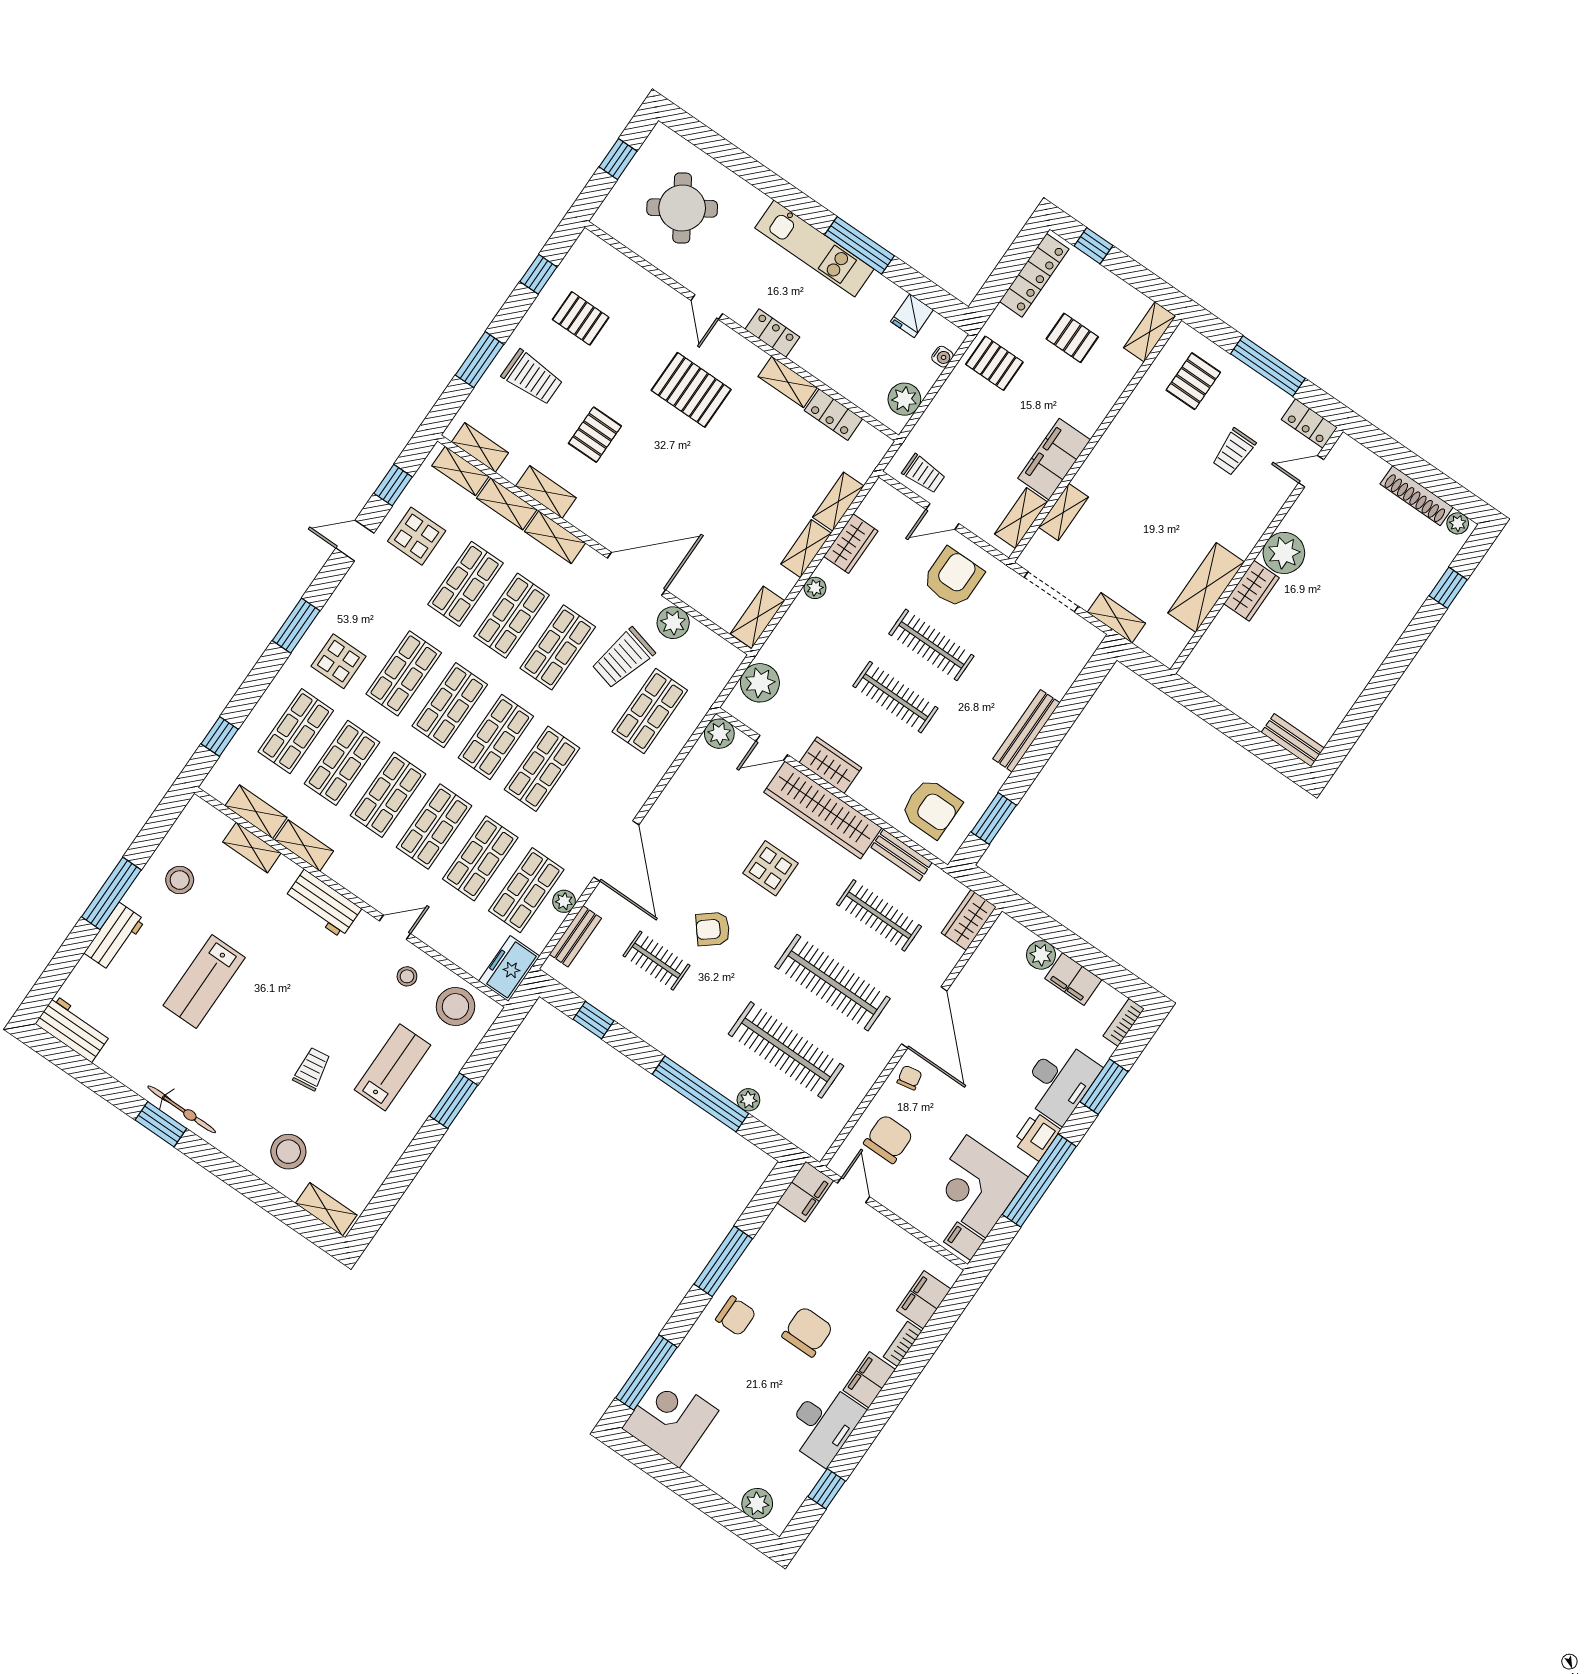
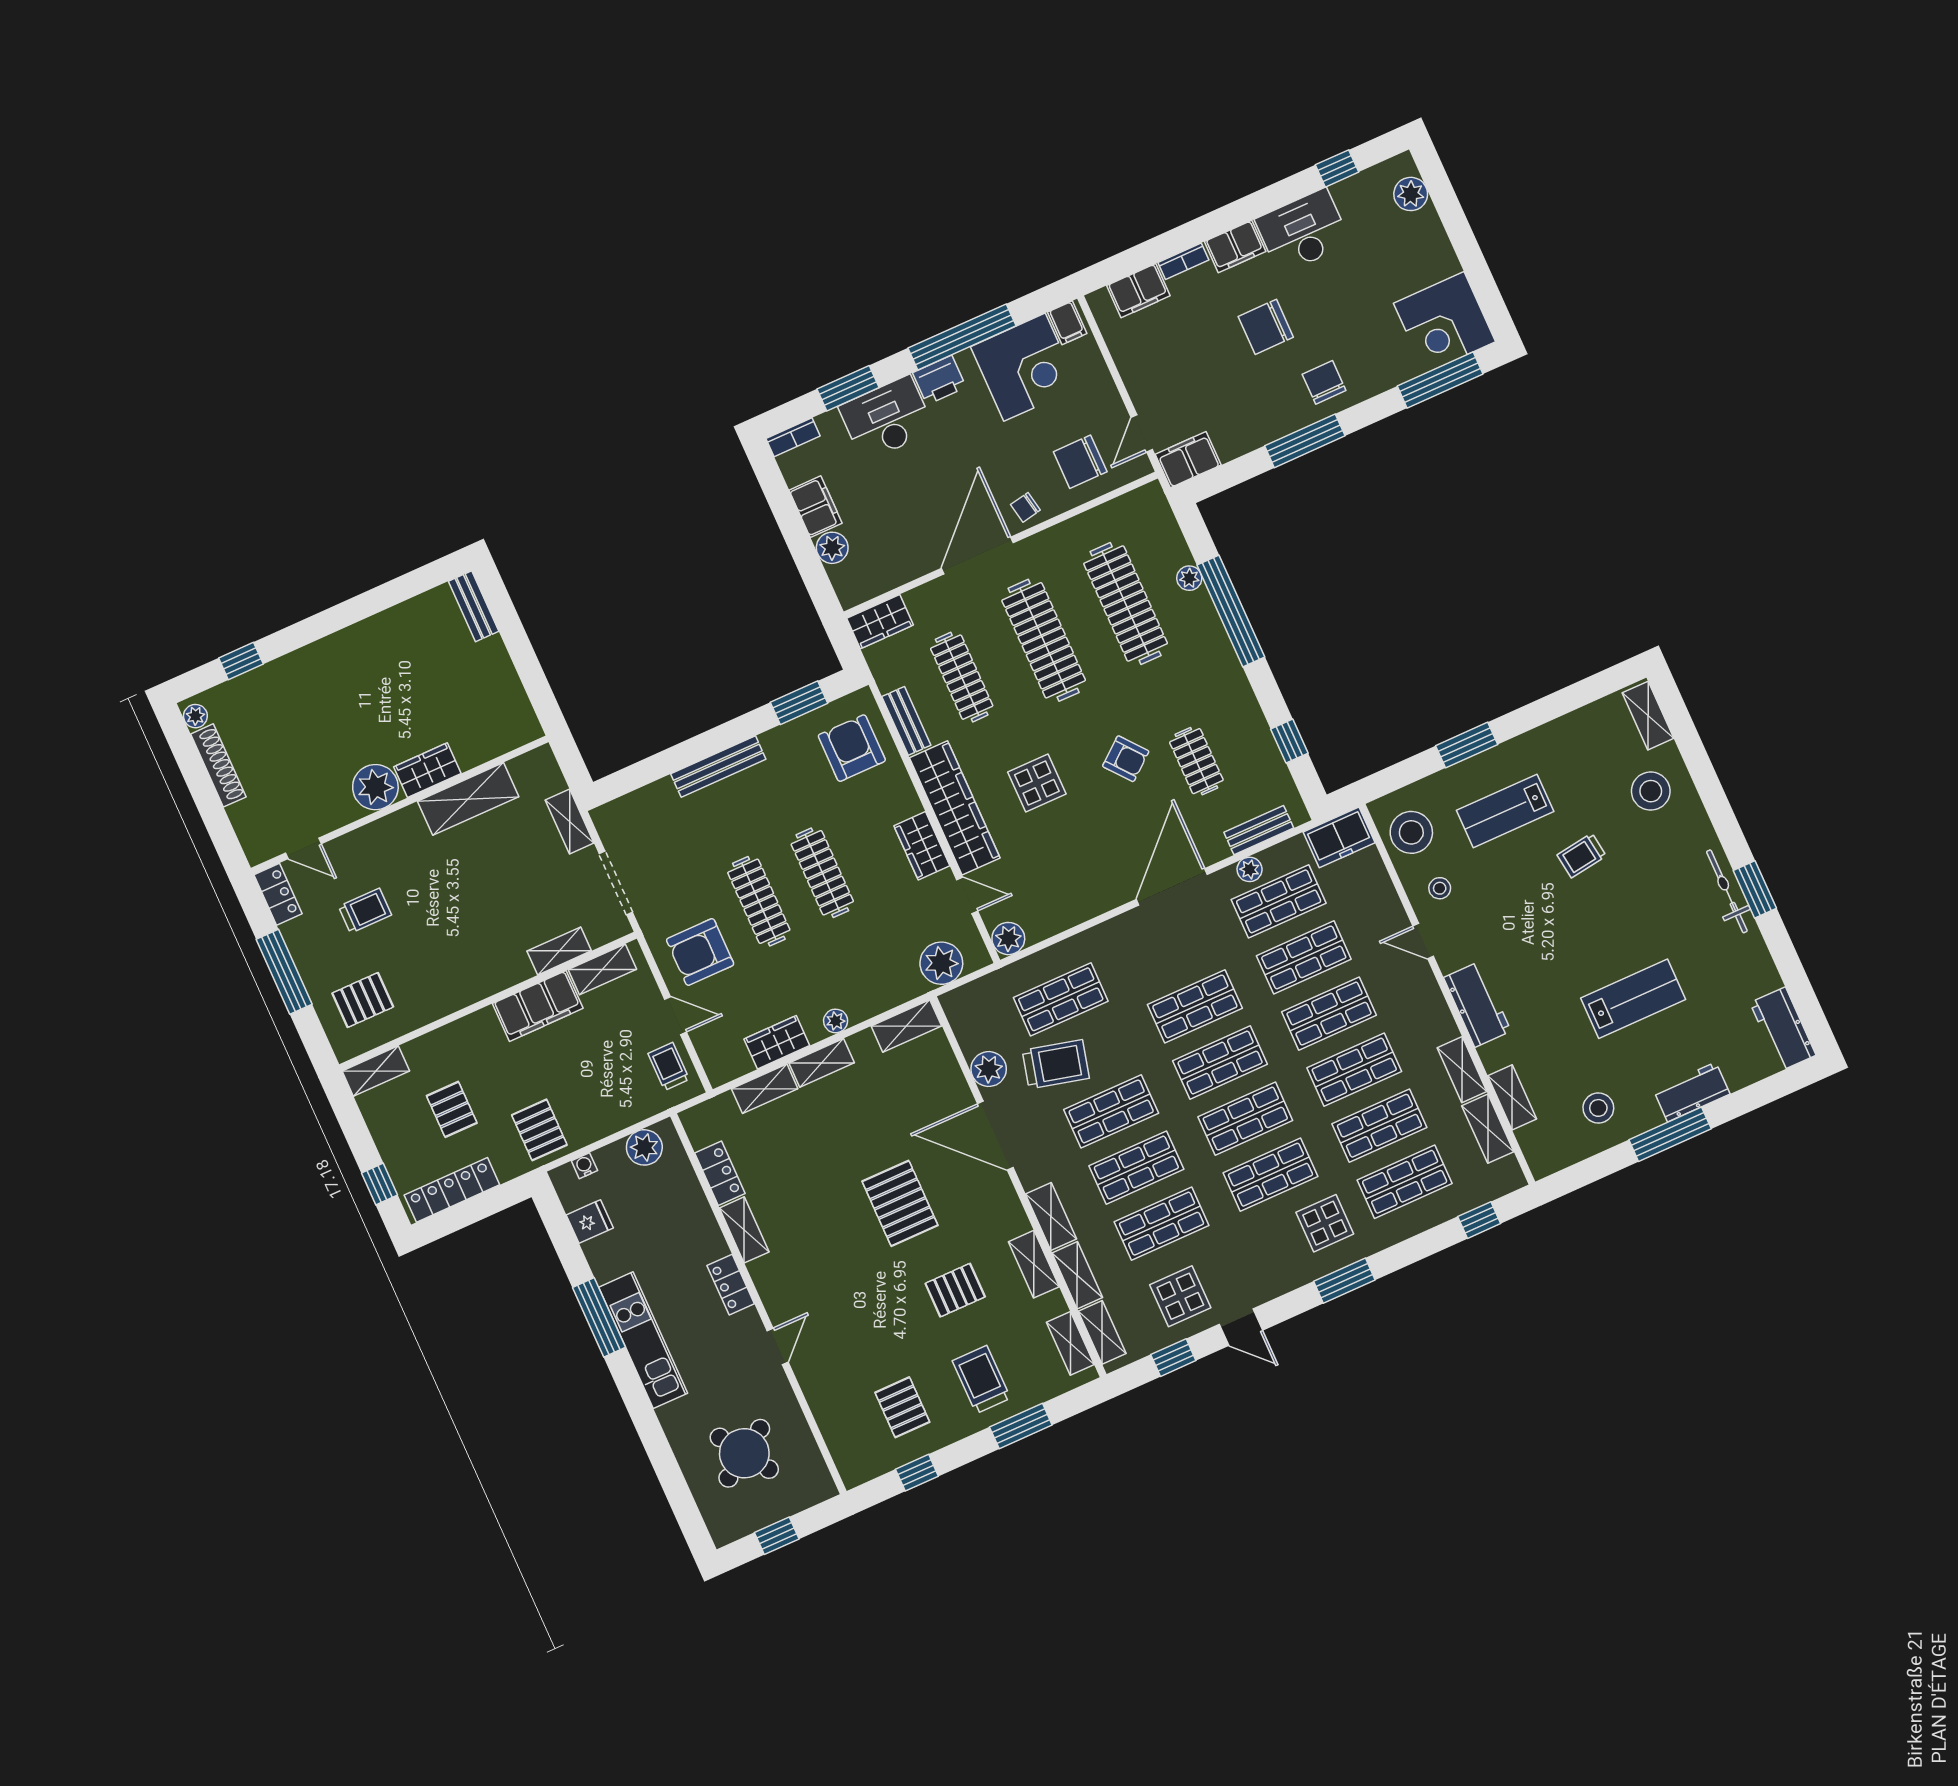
pallet: (691, 390) -> (900, 1203), moved

